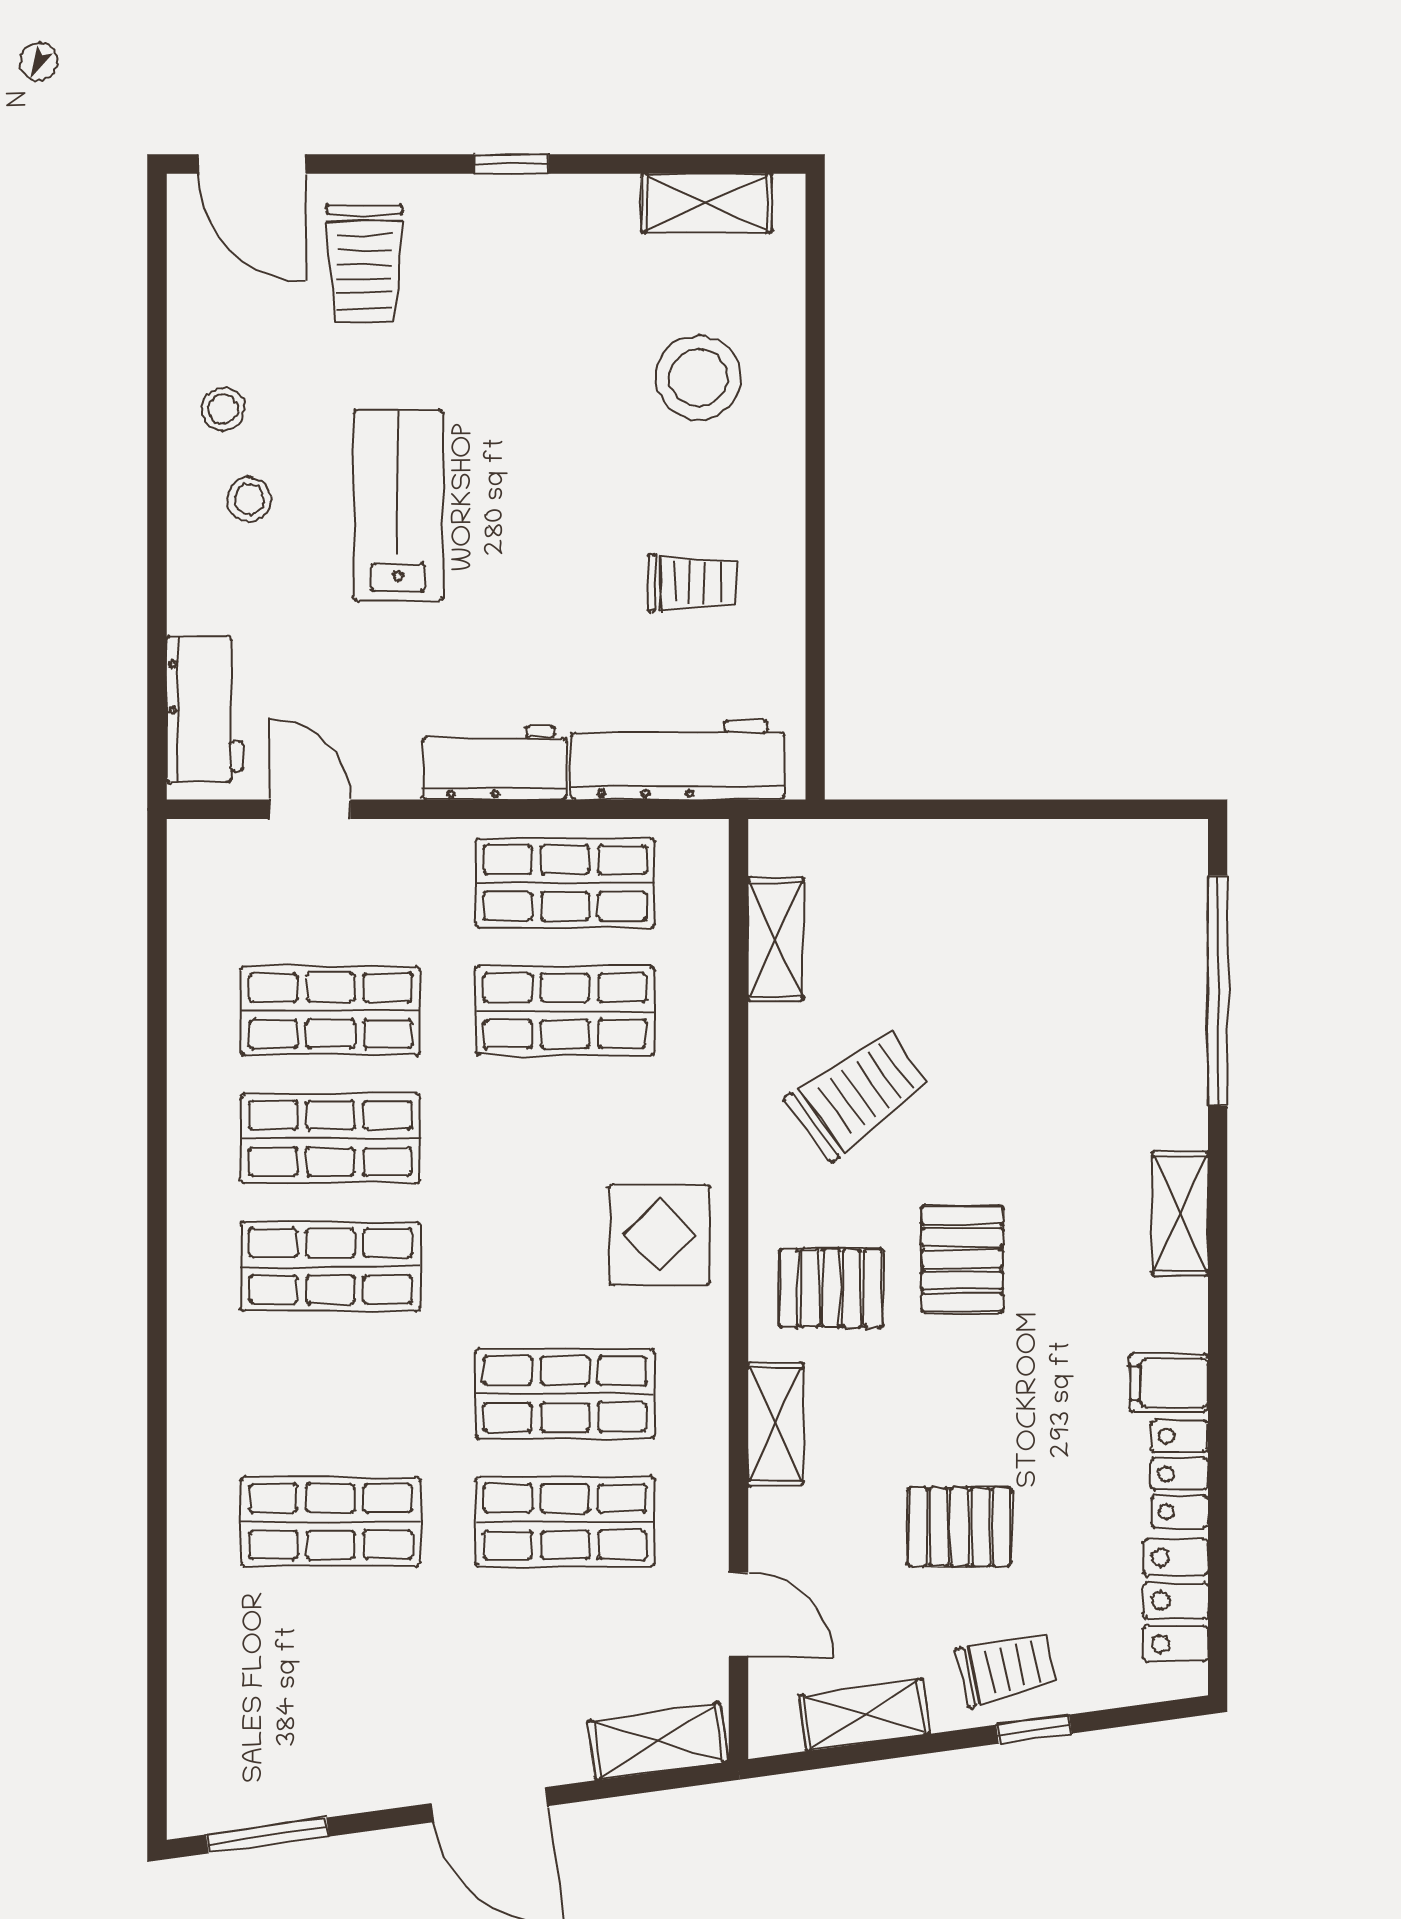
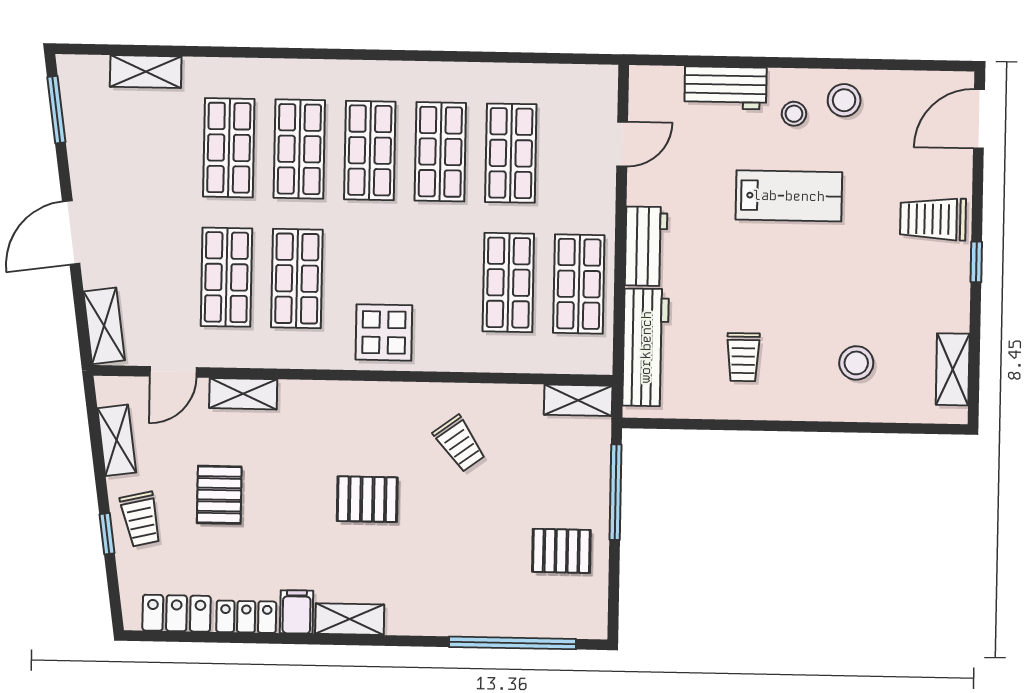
trolley: (364, 263) -> (933, 219), moved
stool: (699, 378) -> (856, 363), width x0.73, depth x0.73
stool: (223, 409) -> (844, 100), width x1.37, depth x1.37
workbench: (205, 709) -> (725, 88), moved
window: (941, 809) -> (616, 492), added
shelving: (776, 939) -> (578, 400), moved
trolley: (859, 1094) -> (460, 444), width x0.73, depth x0.72
shelving: (1180, 1213) -> (350, 619), moved
pallet: (831, 1288) -> (561, 551), moved, turned 90
shop shelf: (330, 1394) -> (299, 149), added
shelving: (776, 1424) -> (243, 394), moved
shelving: (195, 1675) -> (146, 72), added

